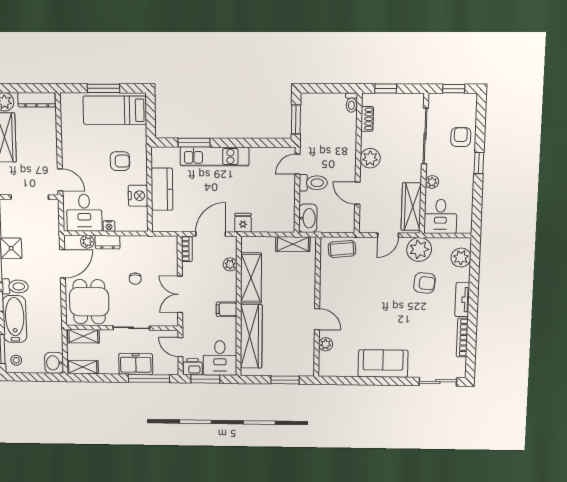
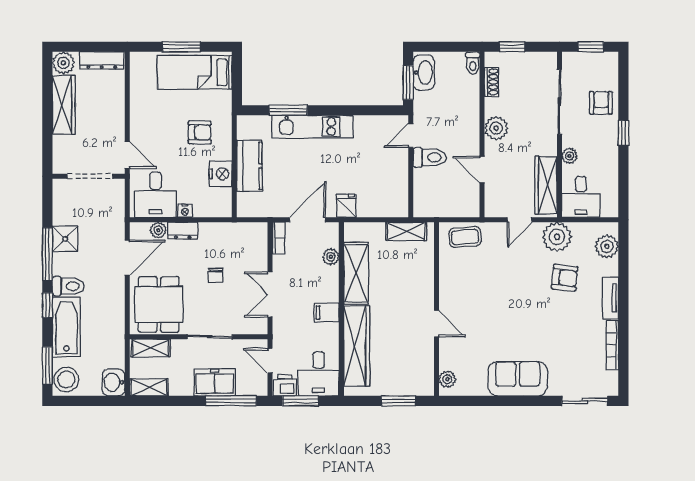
washbasin: (308, 218) -> (424, 73), moved
plant: (326, 344) -> (447, 379), moved
stool: (16, 360) -> (66, 379), width x1.89, depth x1.89

